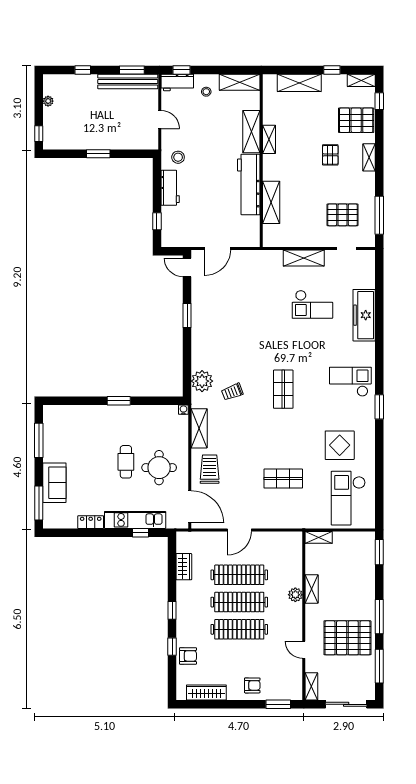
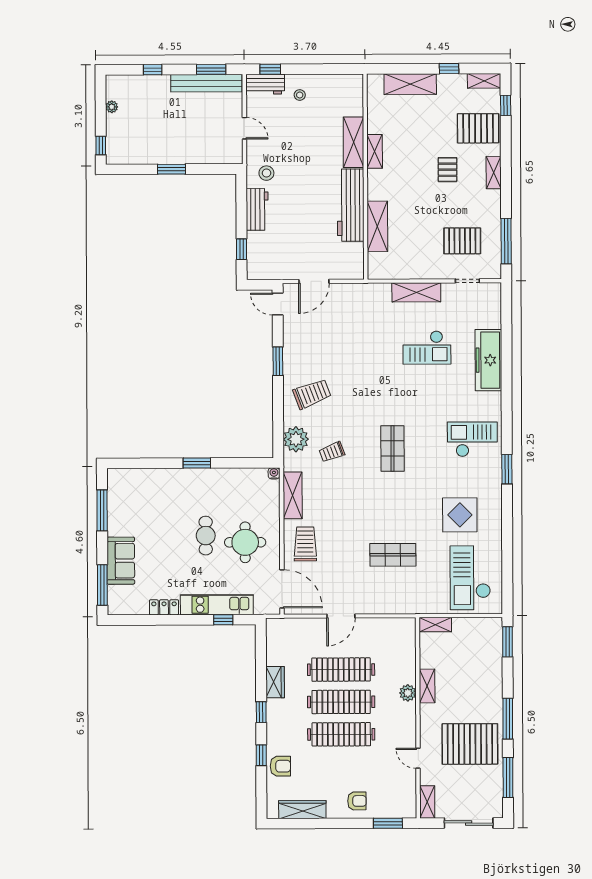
shelving: (240, 82) -> (339, 84), removed
trolley: (216, 343) -> (312, 394), added
wardrobe: (184, 567) -> (275, 682), moved

